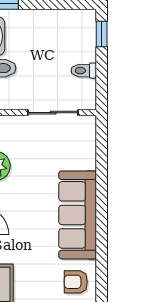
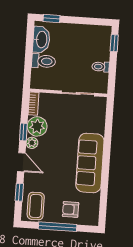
armchair: (76, 282) -> (71, 209), moved

